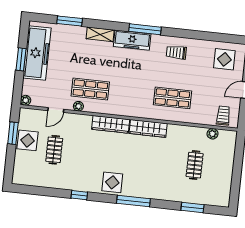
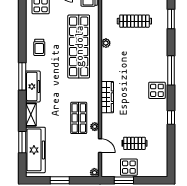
freezer: (37, 53) -> (35, 150), moved, turned 90
shop shelf: (172, 98) -> (79, 46), width x2.00, depth x1.36
wardrobe: (148, 128) -> (107, 65), removed
plant: (212, 134) -> (106, 43), moved
clothes rail: (195, 165) -> (134, 21), width x1.36

